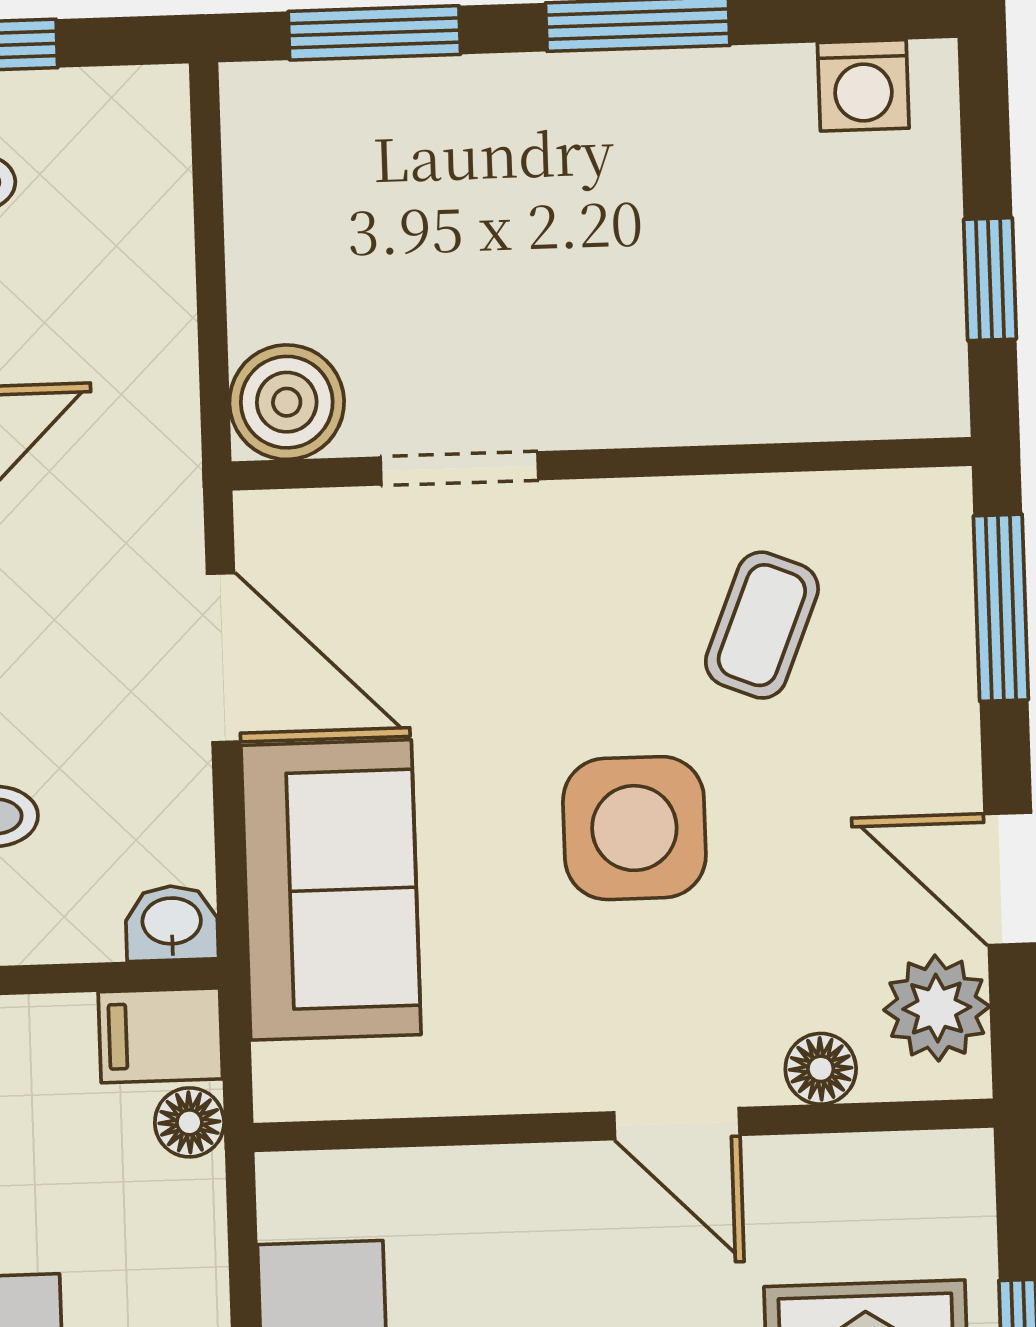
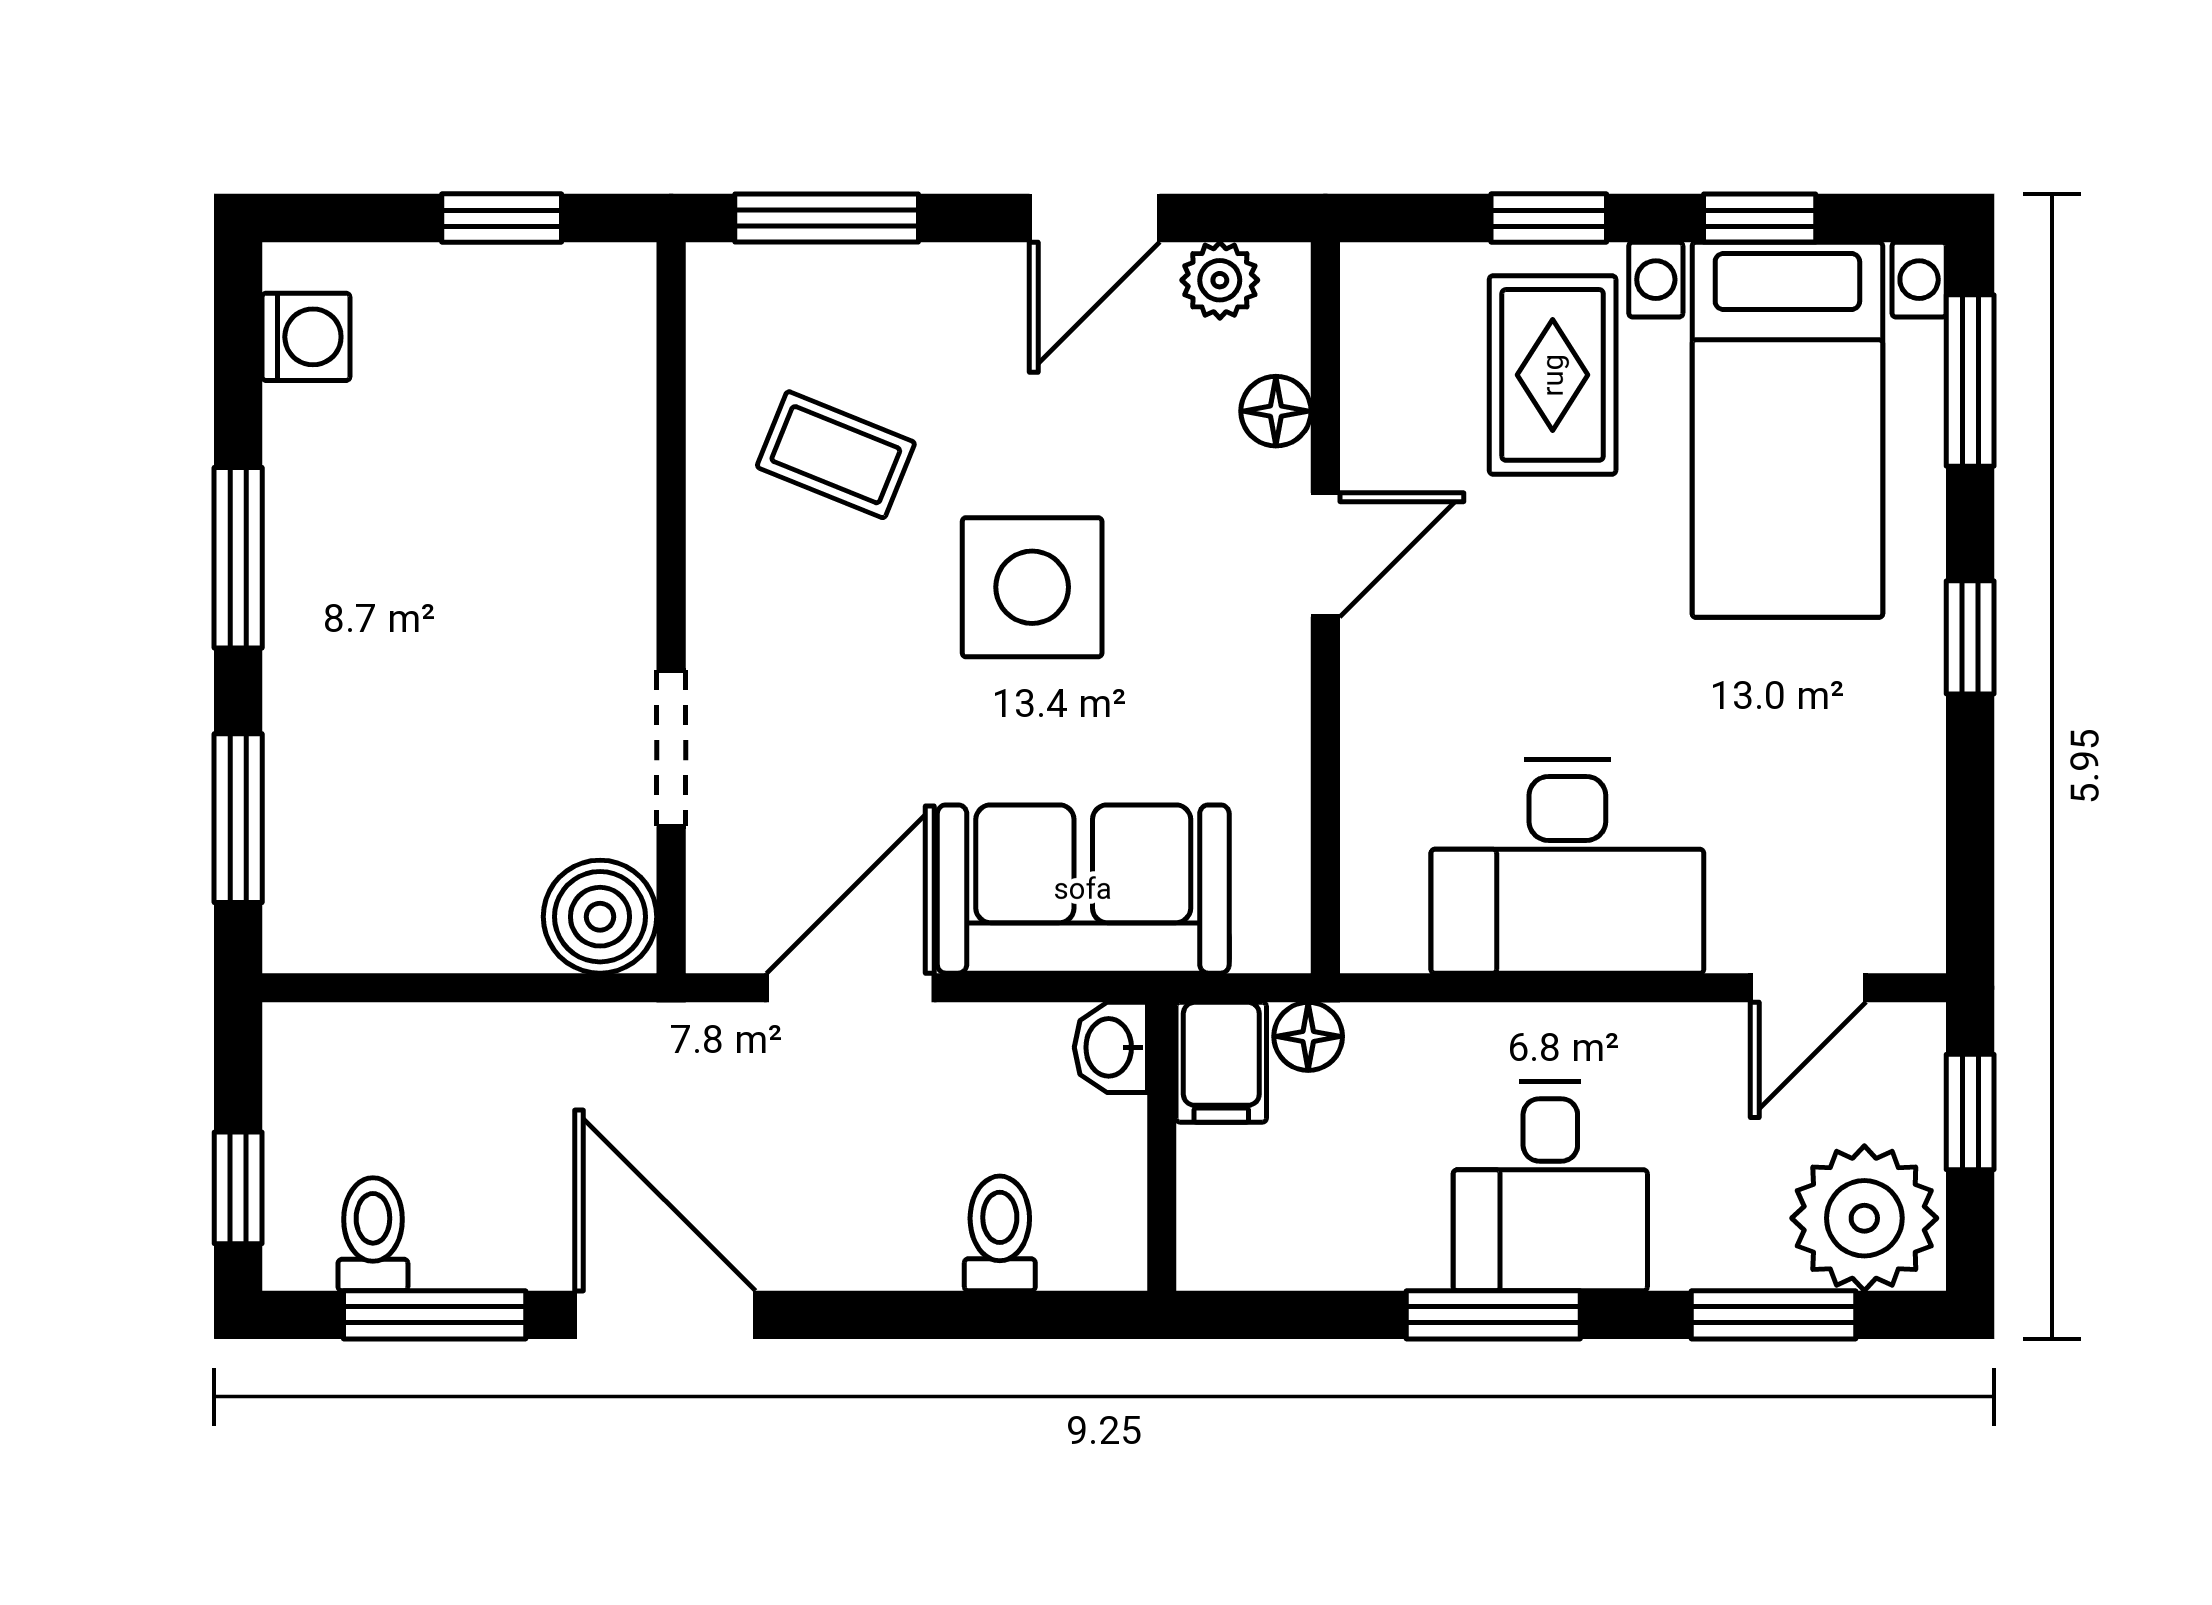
plant: (937, 1008) -> (1220, 280), width x0.73, depth x0.73

